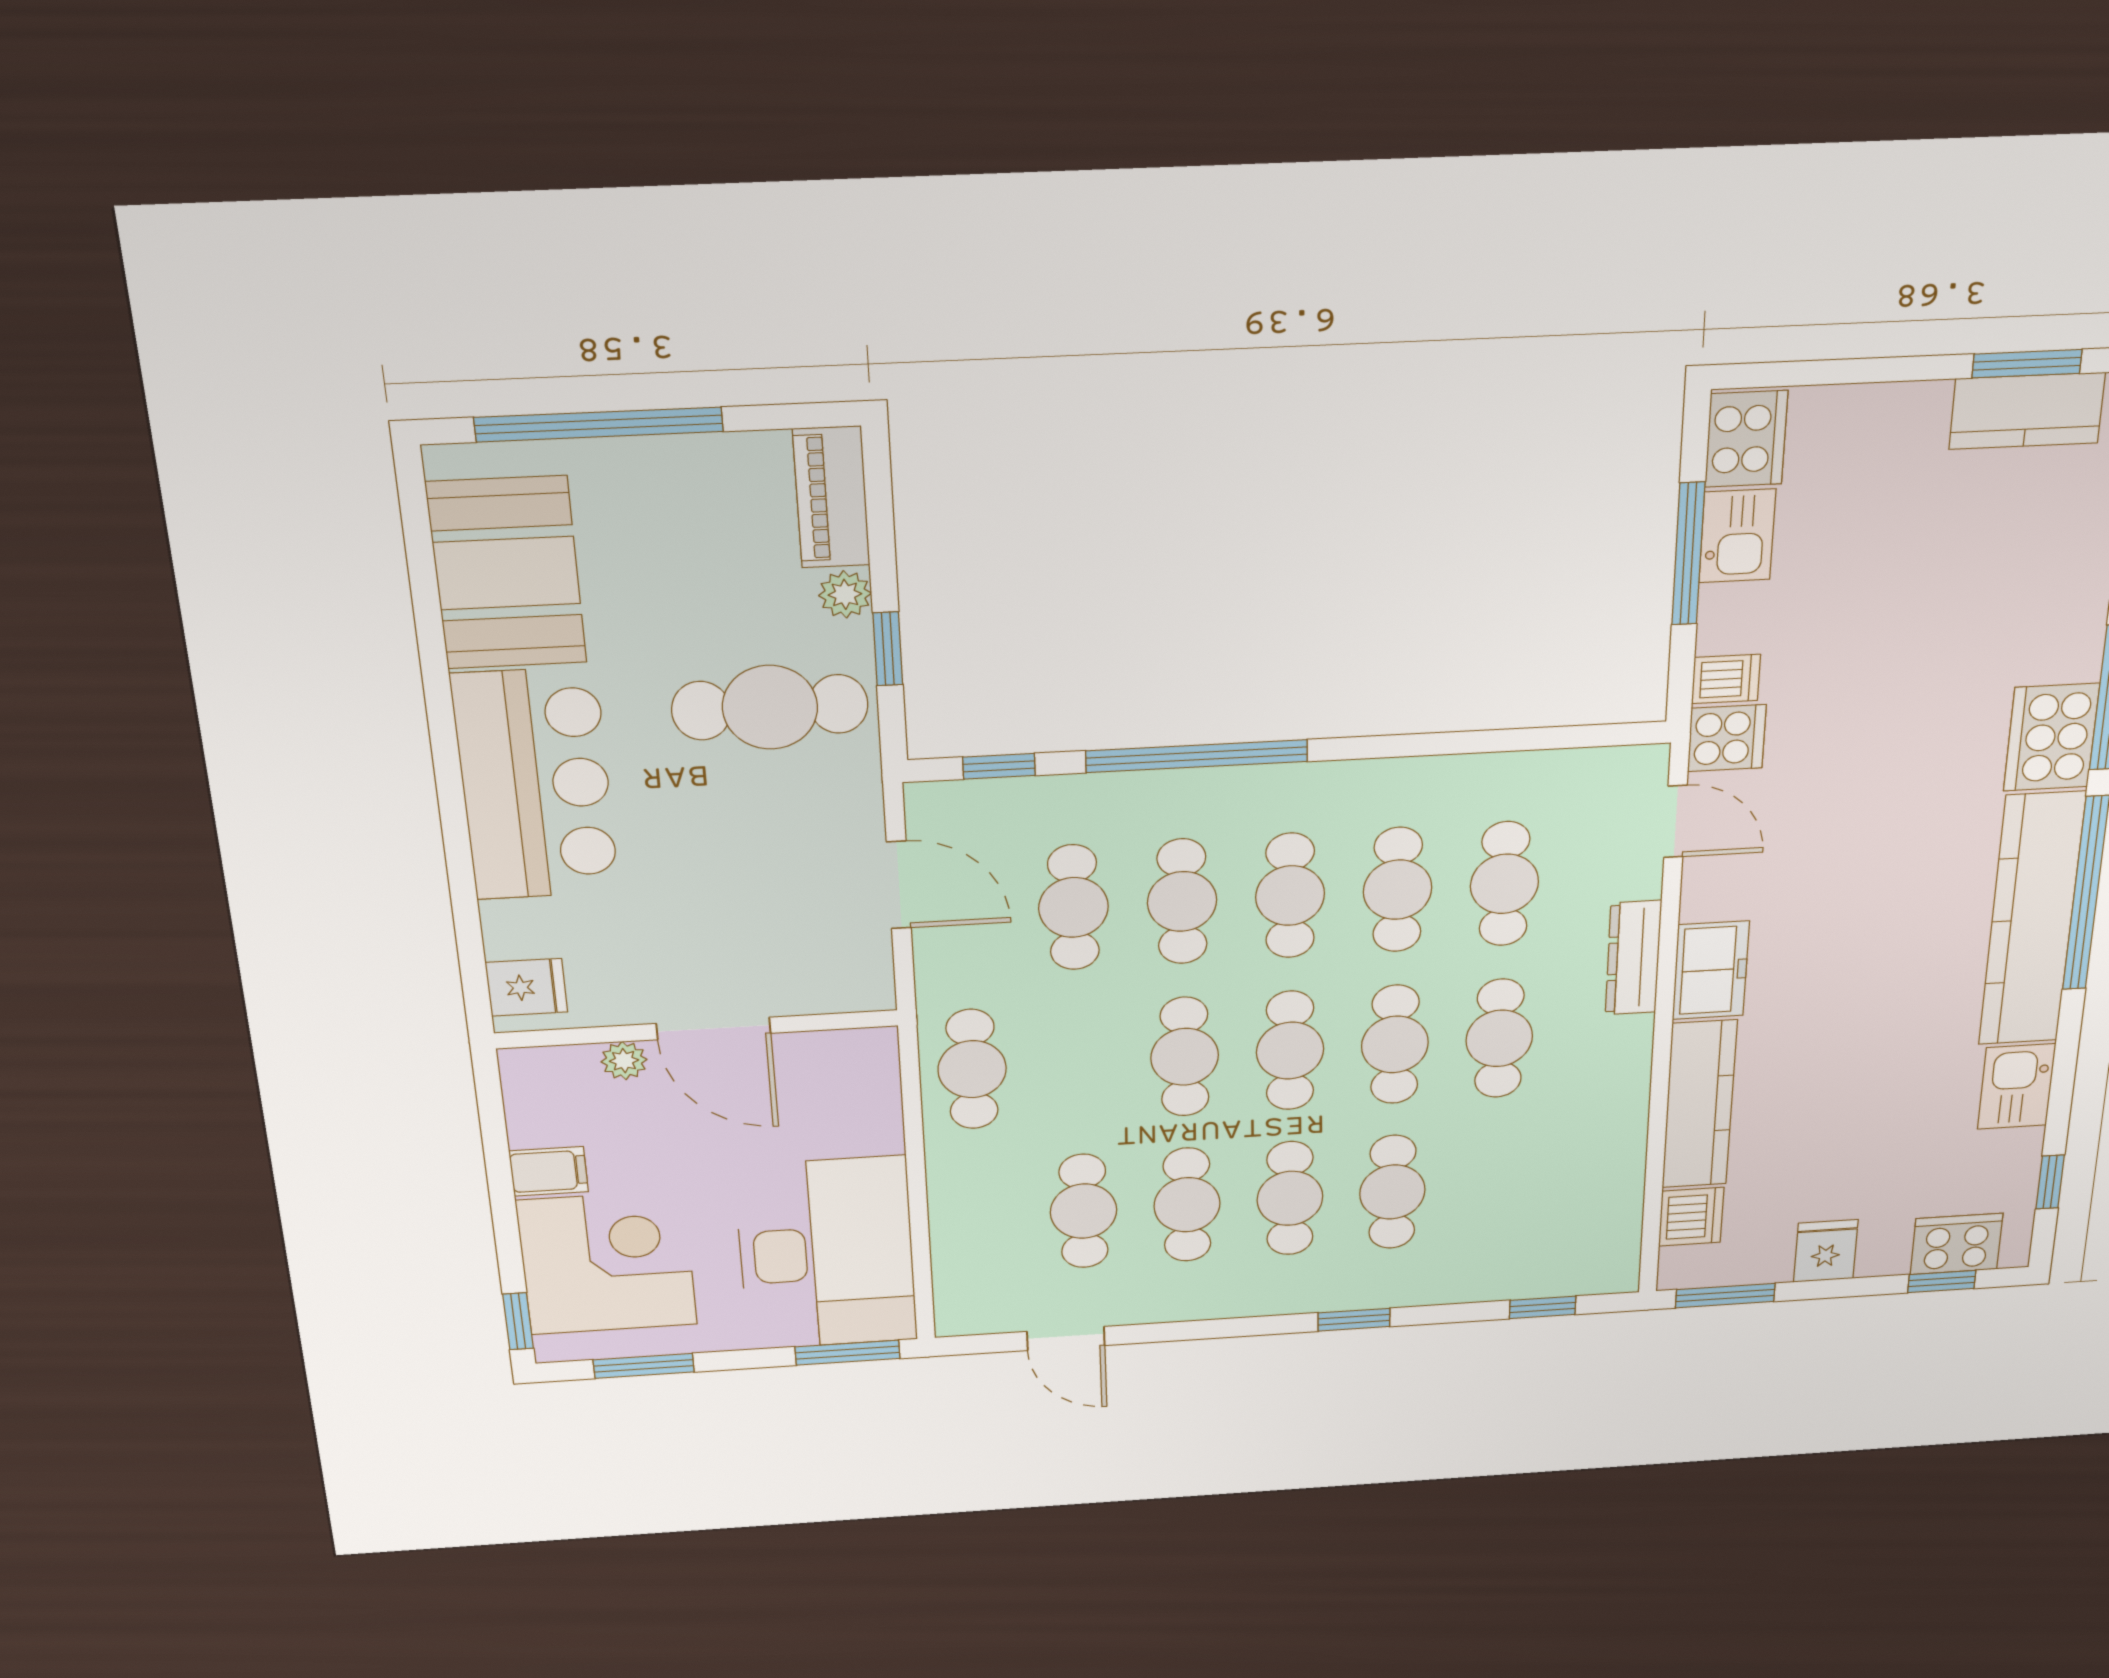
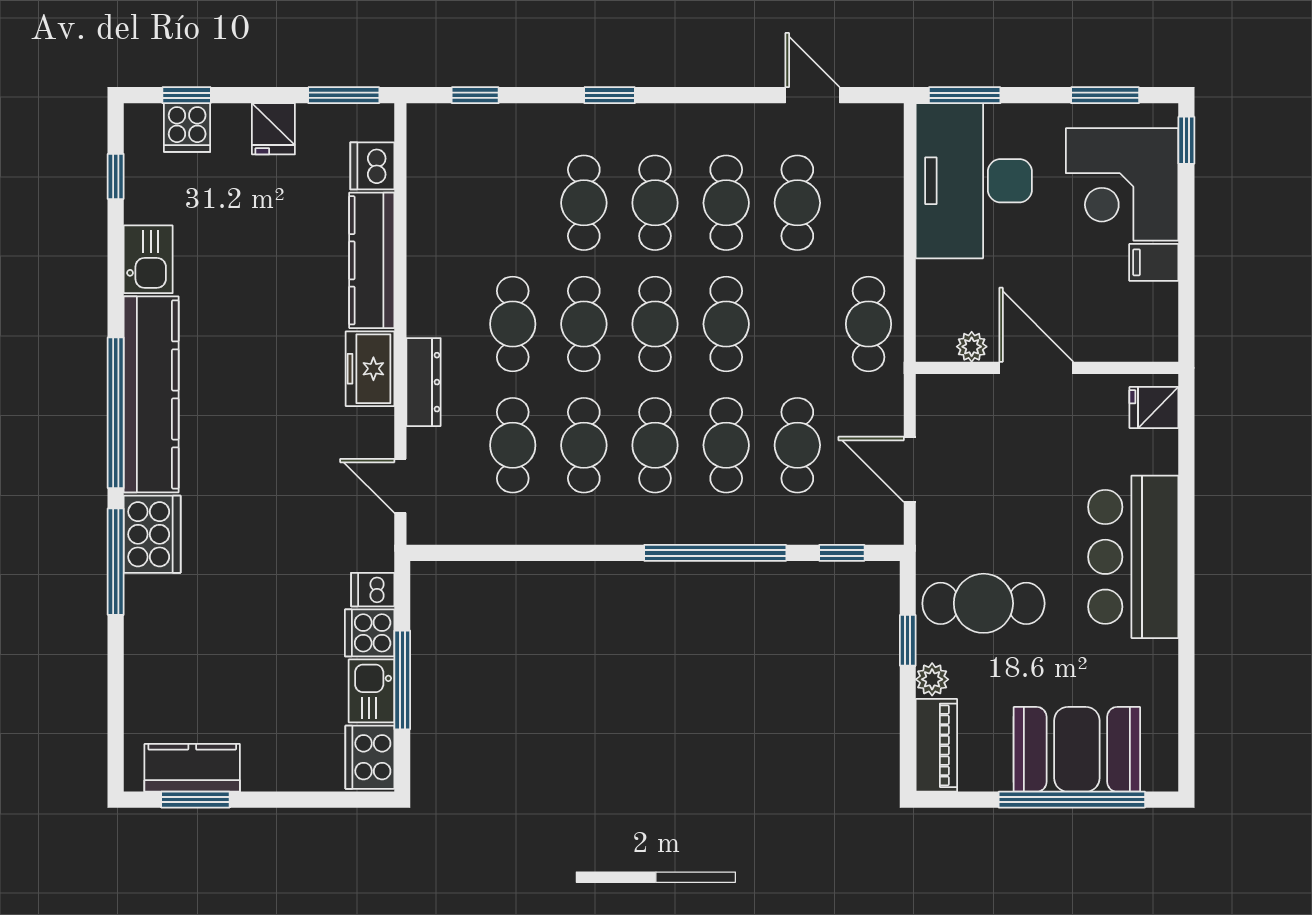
booth: (507, 573) -> (1077, 749), moved, turned 90
cooker: (1727, 738) -> (370, 633), moved
plant: (624, 1061) -> (972, 347), moved
cooker: (1956, 1244) -> (187, 128), width x0.73

